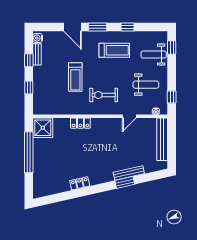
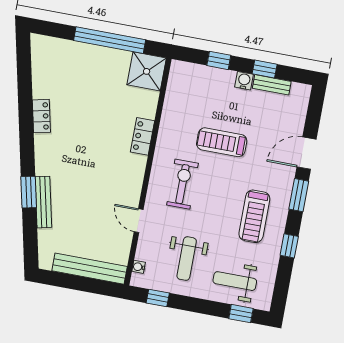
water cooler: (38, 38) -> (244, 81), moved
weight bench: (154, 55) -> (235, 281), turned -90

